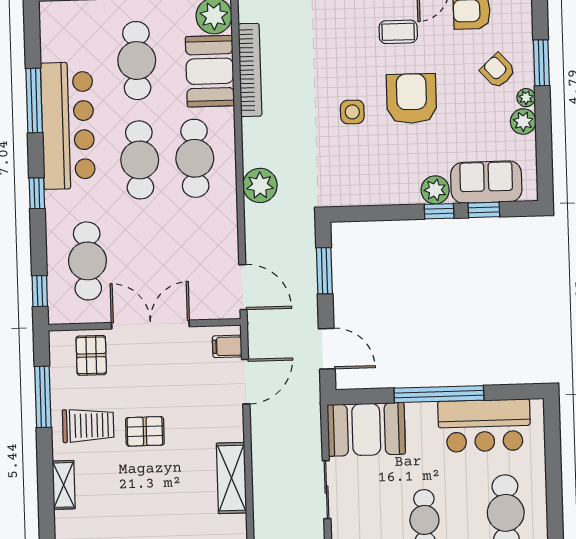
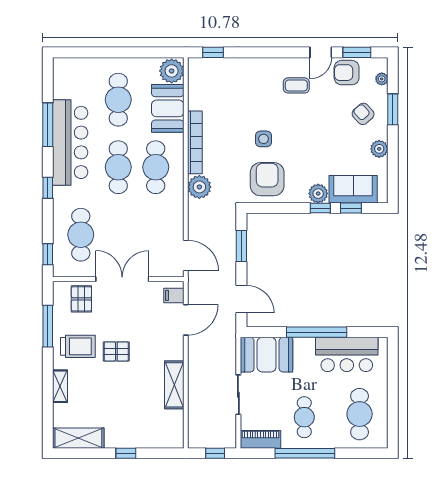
bookcase: (250, 70) -> (195, 142), moved
plant: (526, 98) -> (382, 79), moved
armchair: (411, 99) -> (267, 179), moved

